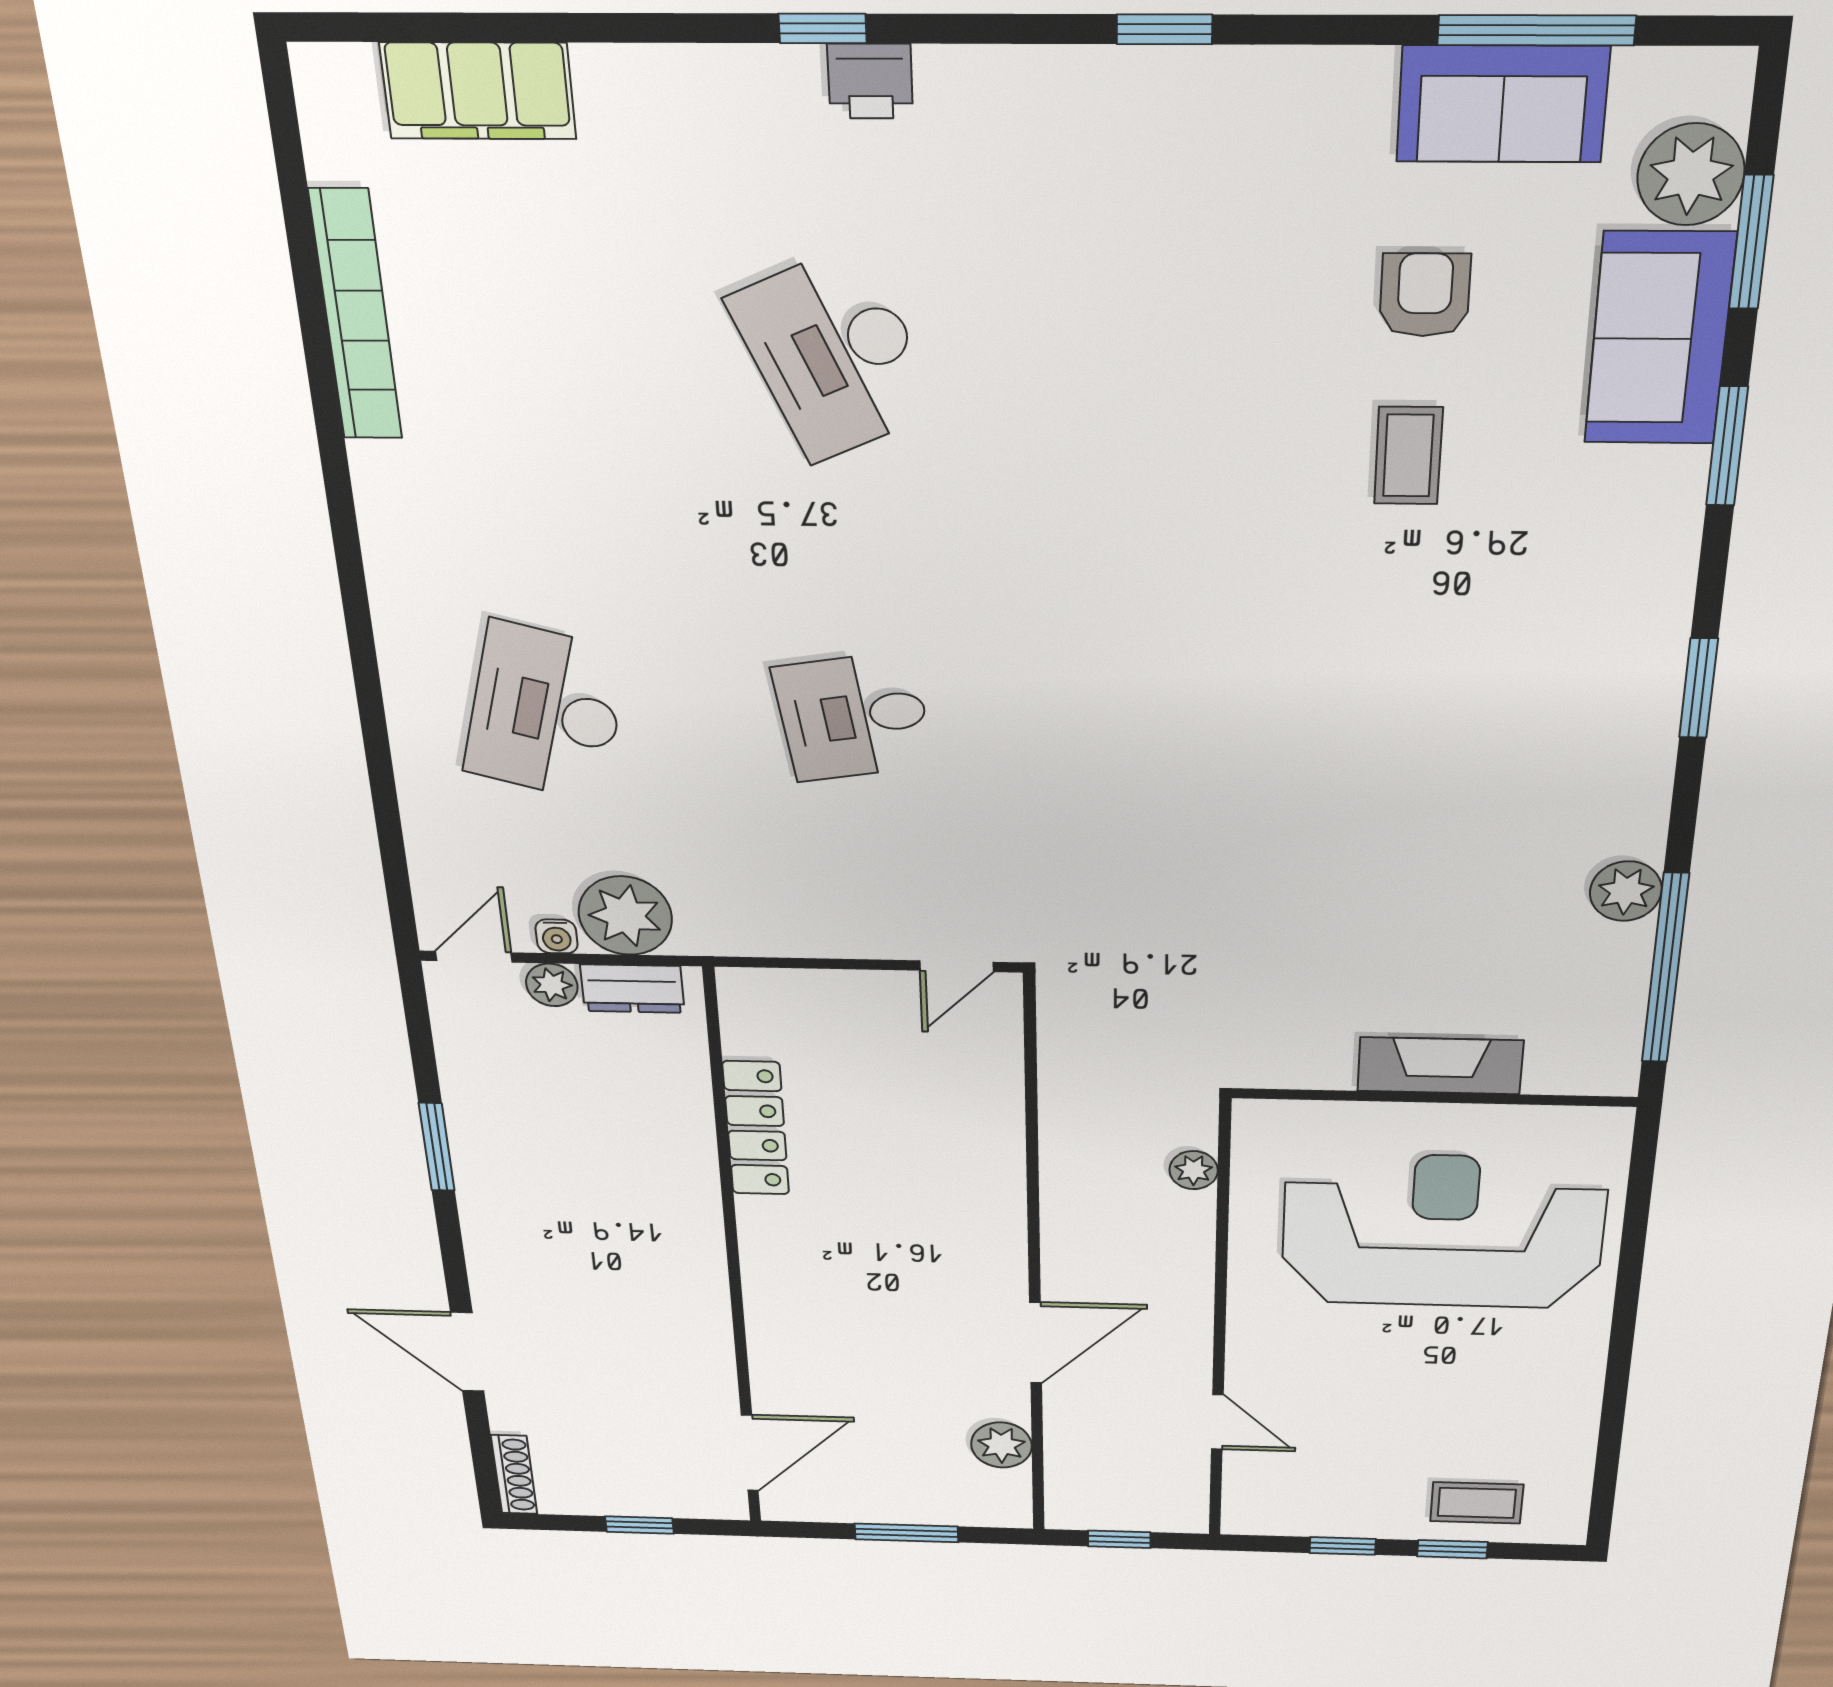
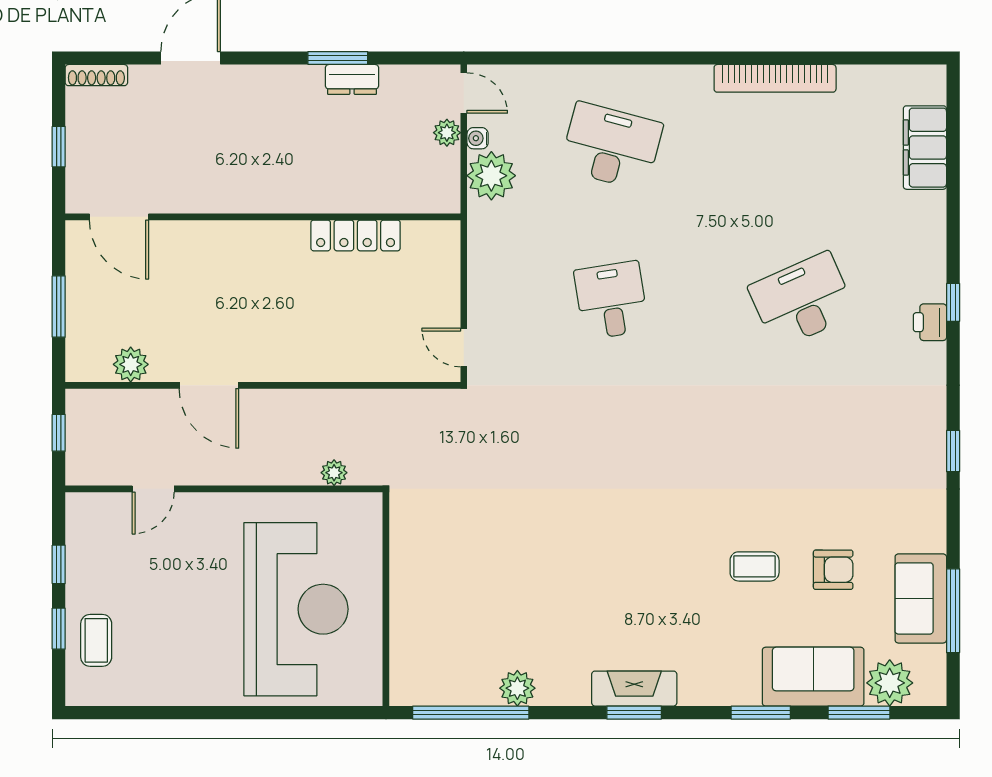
bookcase: (356, 316) -> (775, 78), moved
dresser: (632, 989) -> (352, 79), moved, turned -90
fireplace: (1440, 1066) -> (634, 689), moved, turned -90

